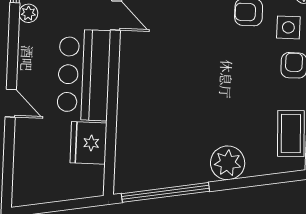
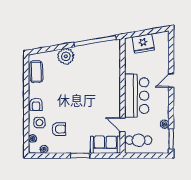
door: (11, 103) -> (171, 81), hinge flipped
fridge: (88, 143) -> (143, 43), moved, turned 80

